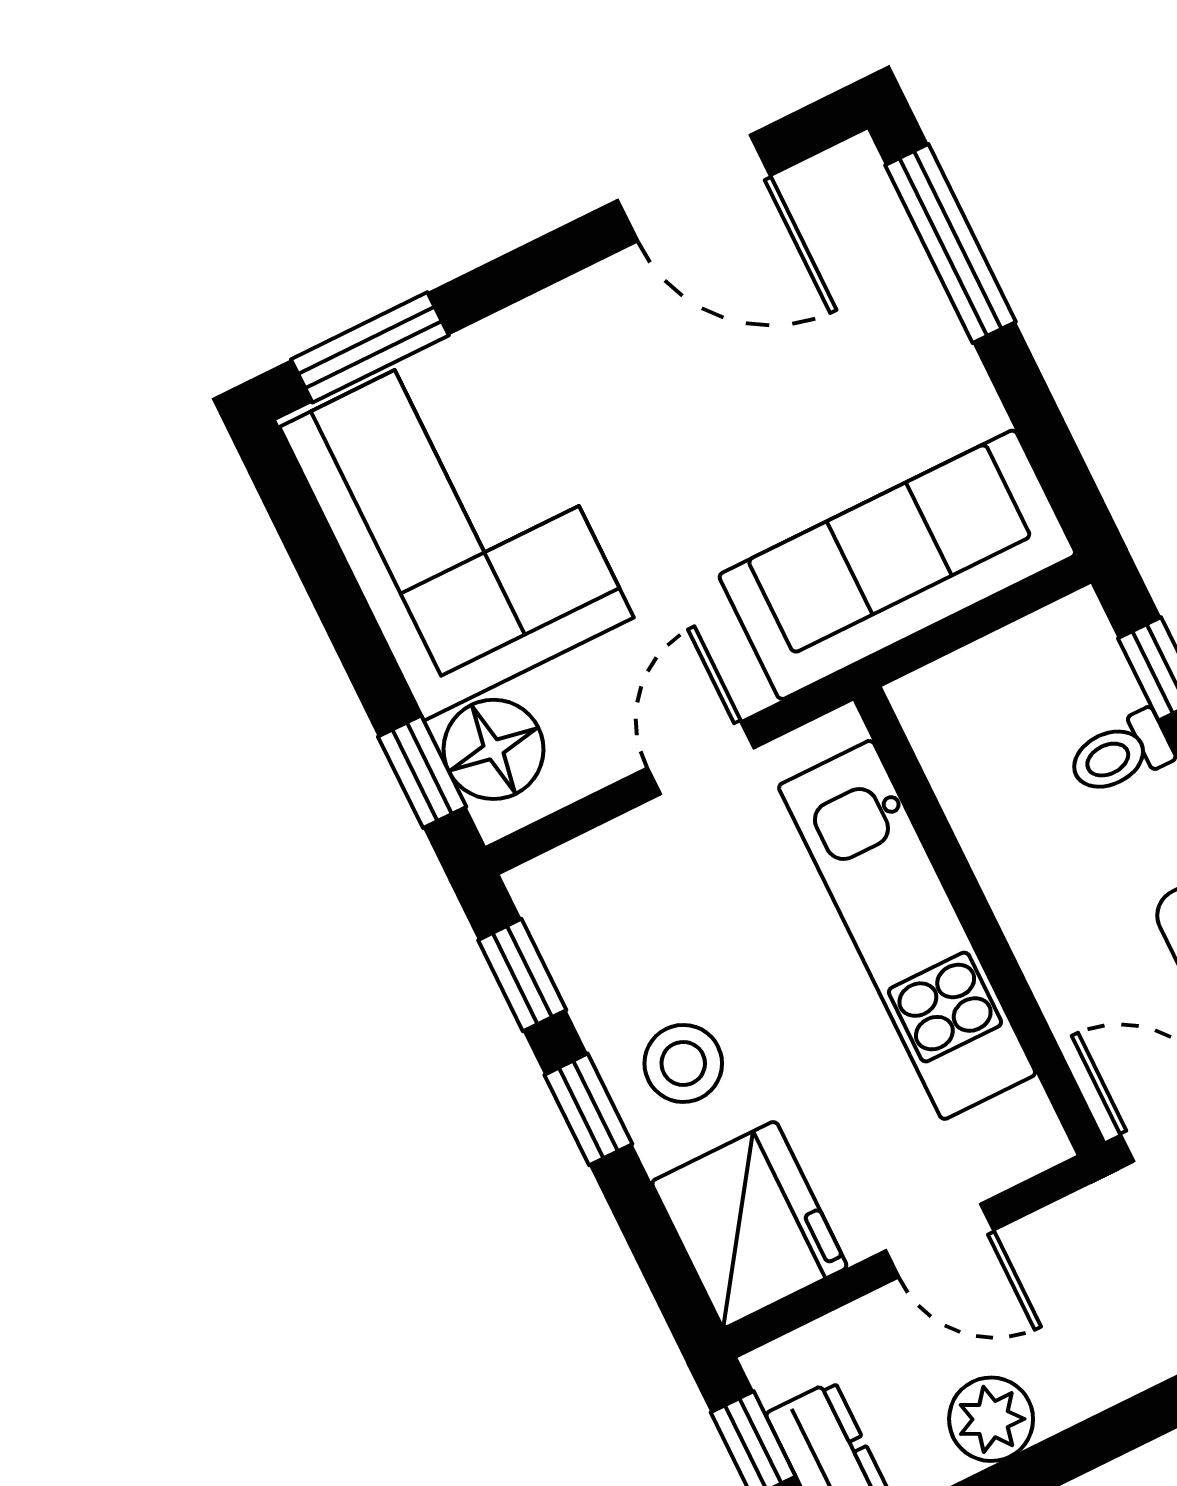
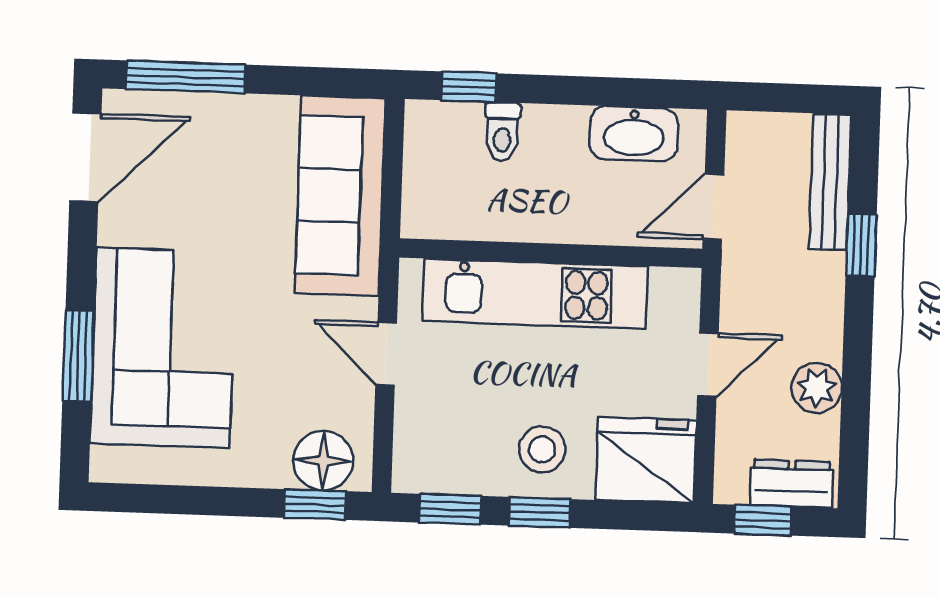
door: (694, 188) -> (85, 158), moved
window: (370, 347) -> (78, 356), moved
corner sofa: (457, 522) -> (163, 348), moved, turned 90

